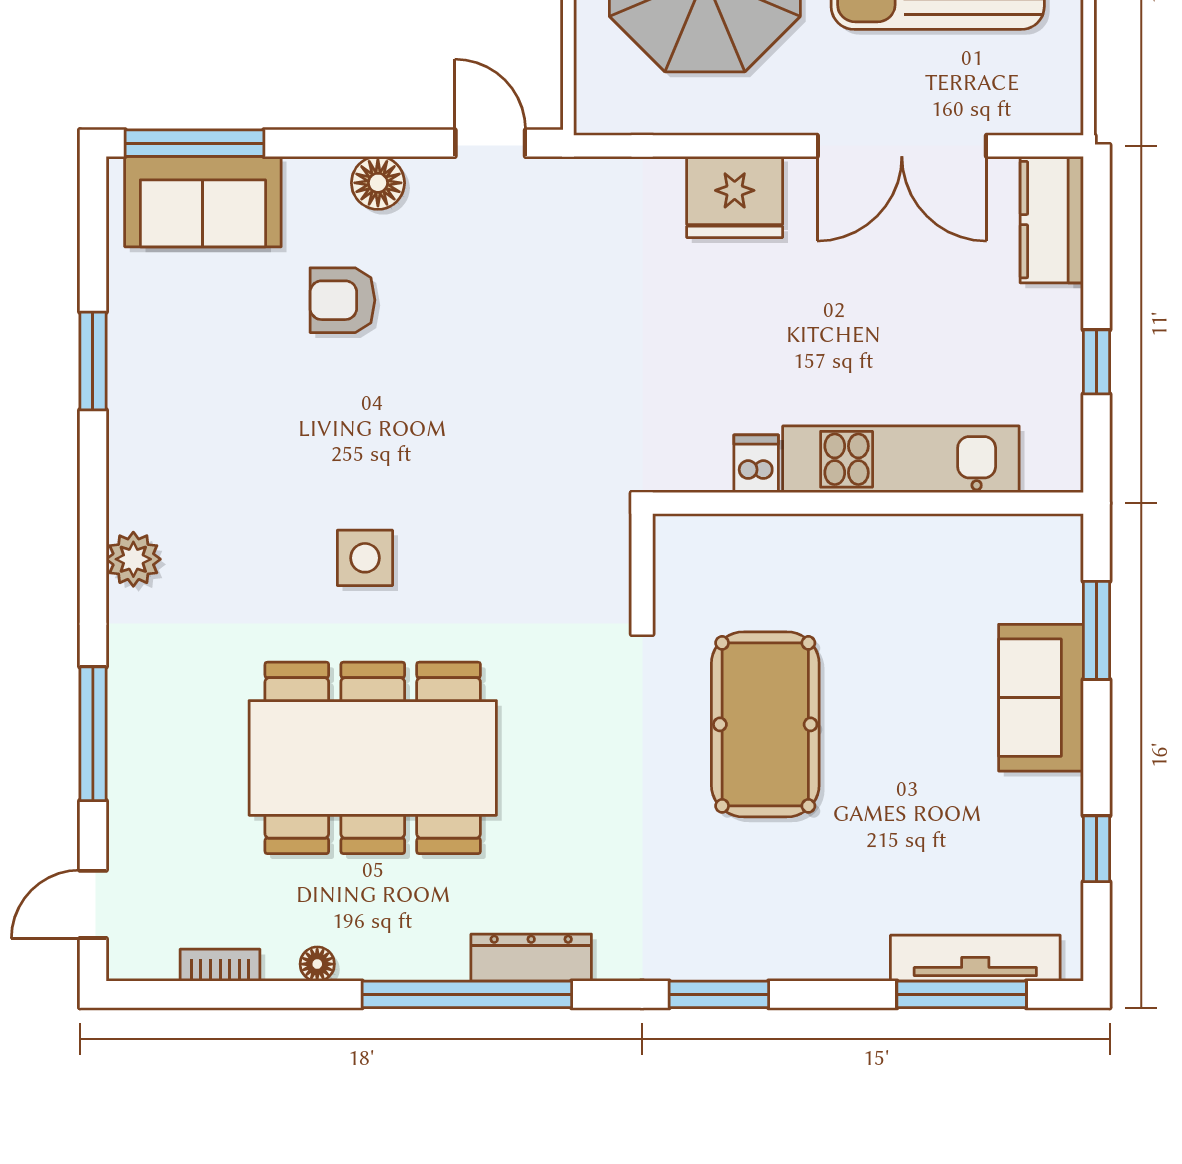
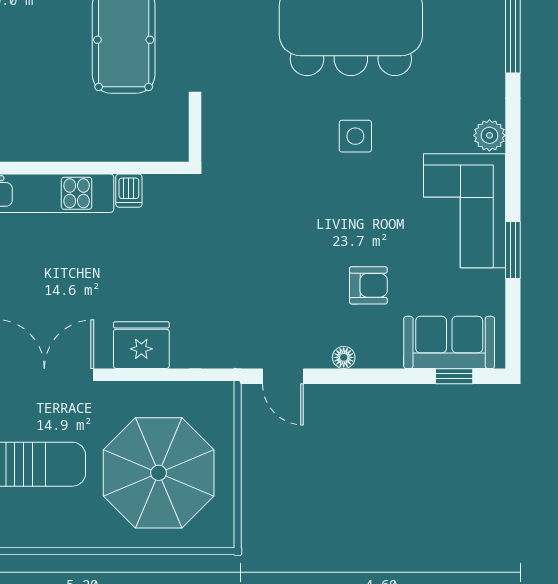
window: (194, 143) -> (454, 376), width x0.46
floor lamp: (378, 183) -> (344, 357), width x0.73, depth x0.73
corner sofa: (176, 429) -> (464, 211), added

